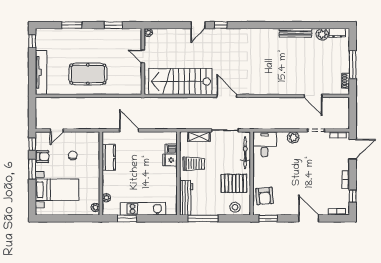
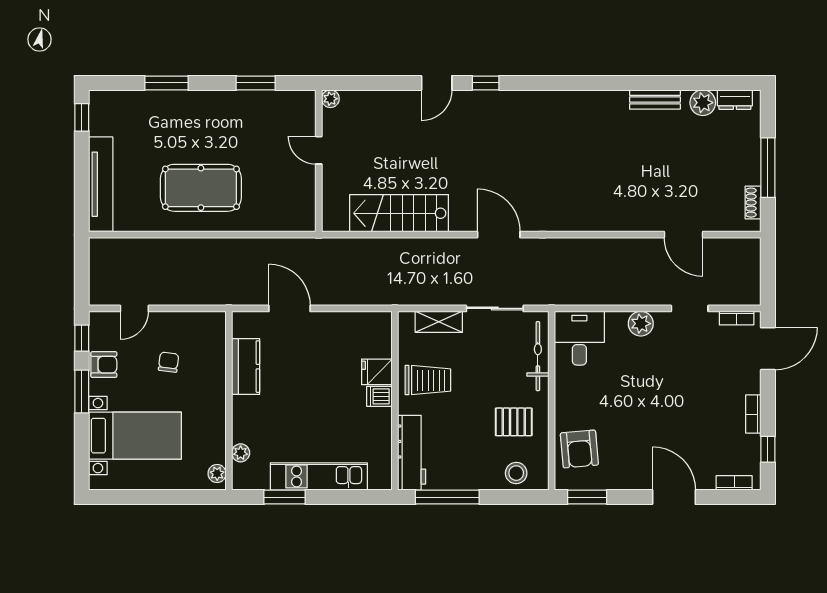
bench: (296, 33) -> (655, 100), width x0.73
stairs: (180, 82) -> (399, 213), width x0.73, depth x0.66
dishwasher: (171, 149) -> (379, 396), moved
pallet: (234, 183) -> (514, 422), width x0.67, depth x0.71

